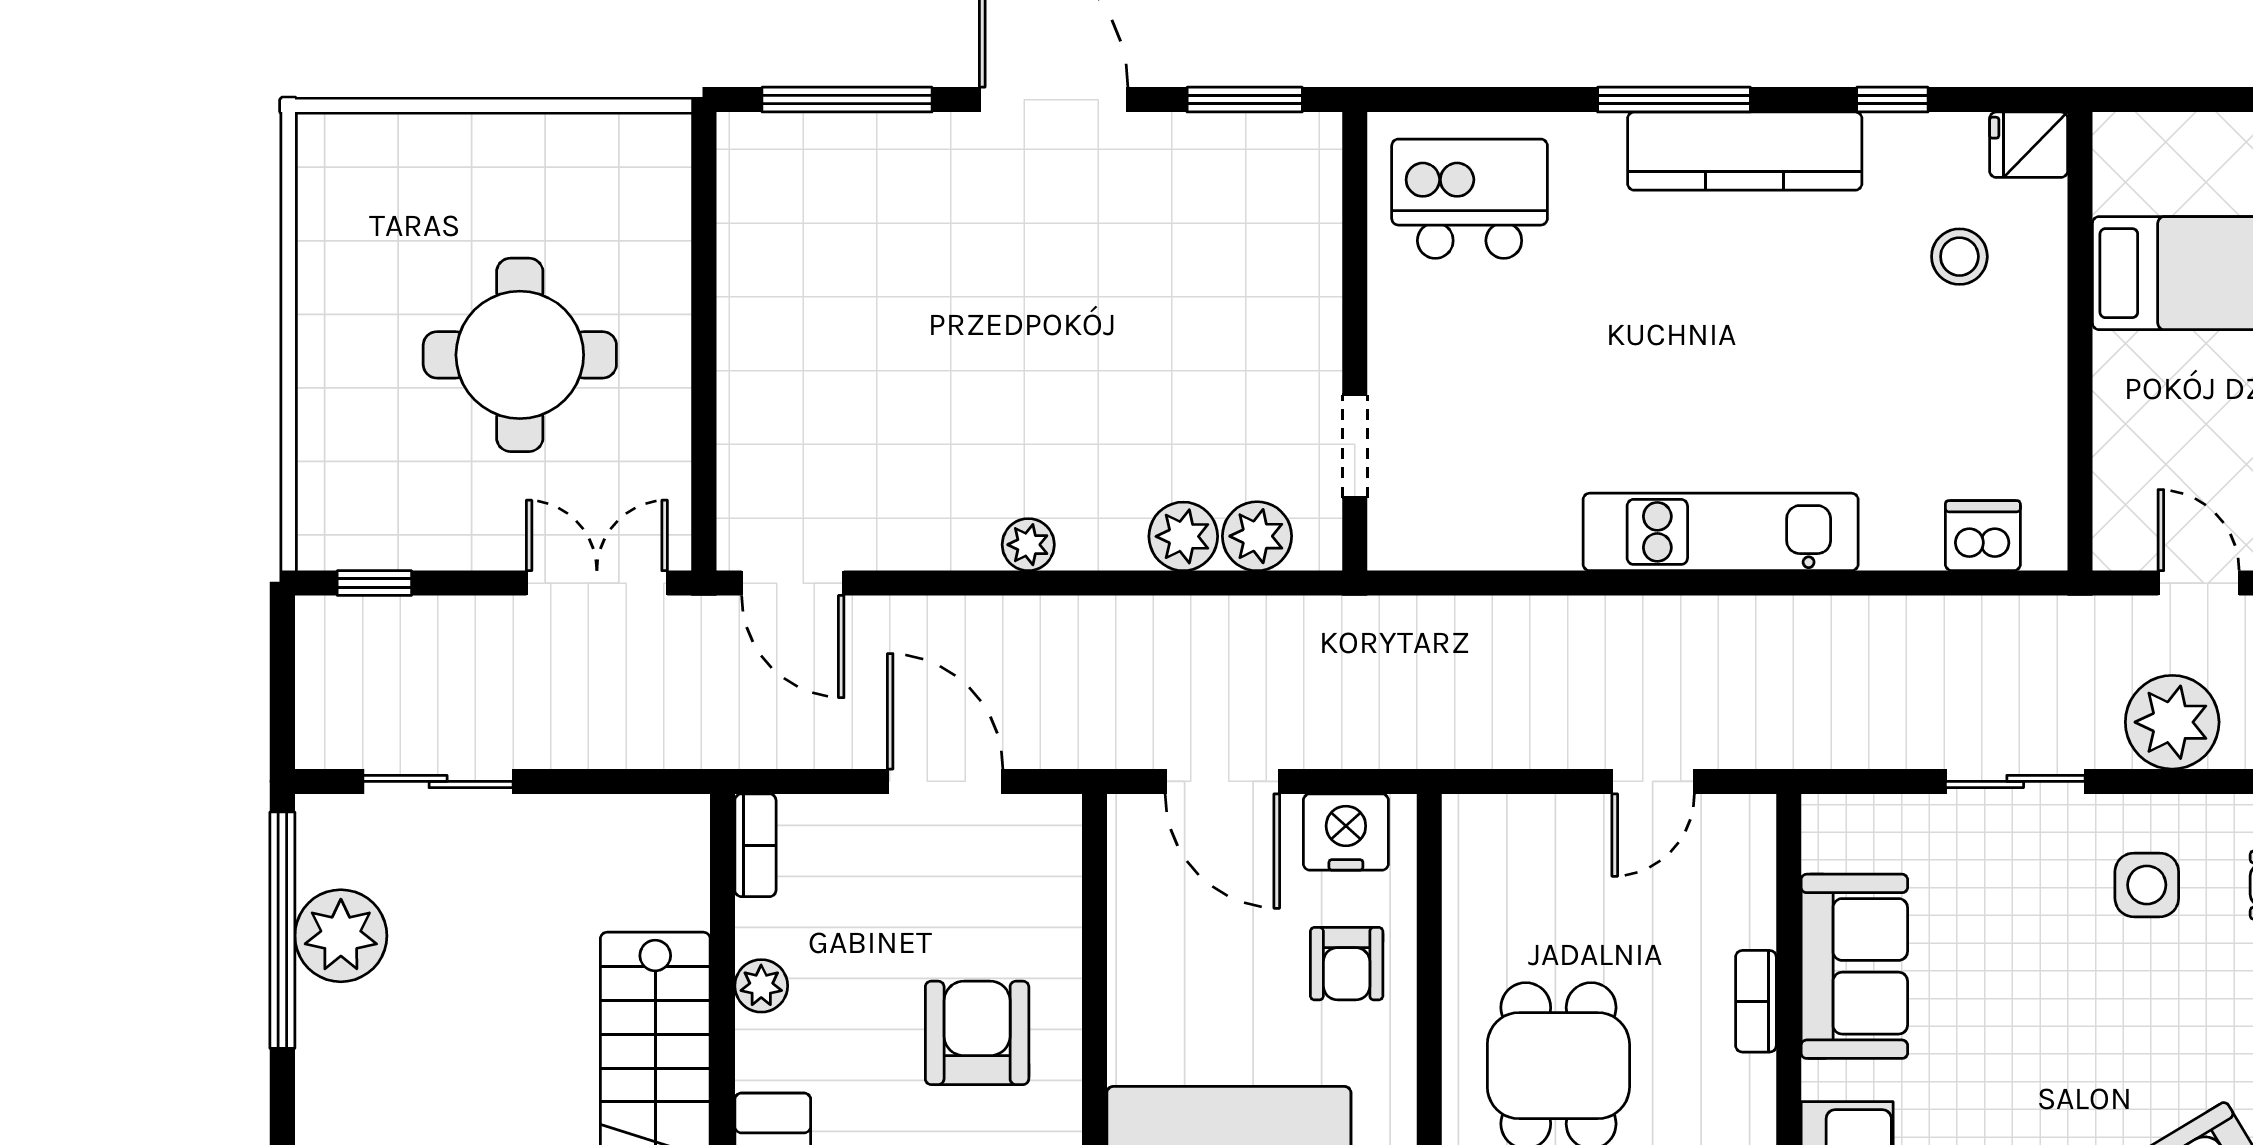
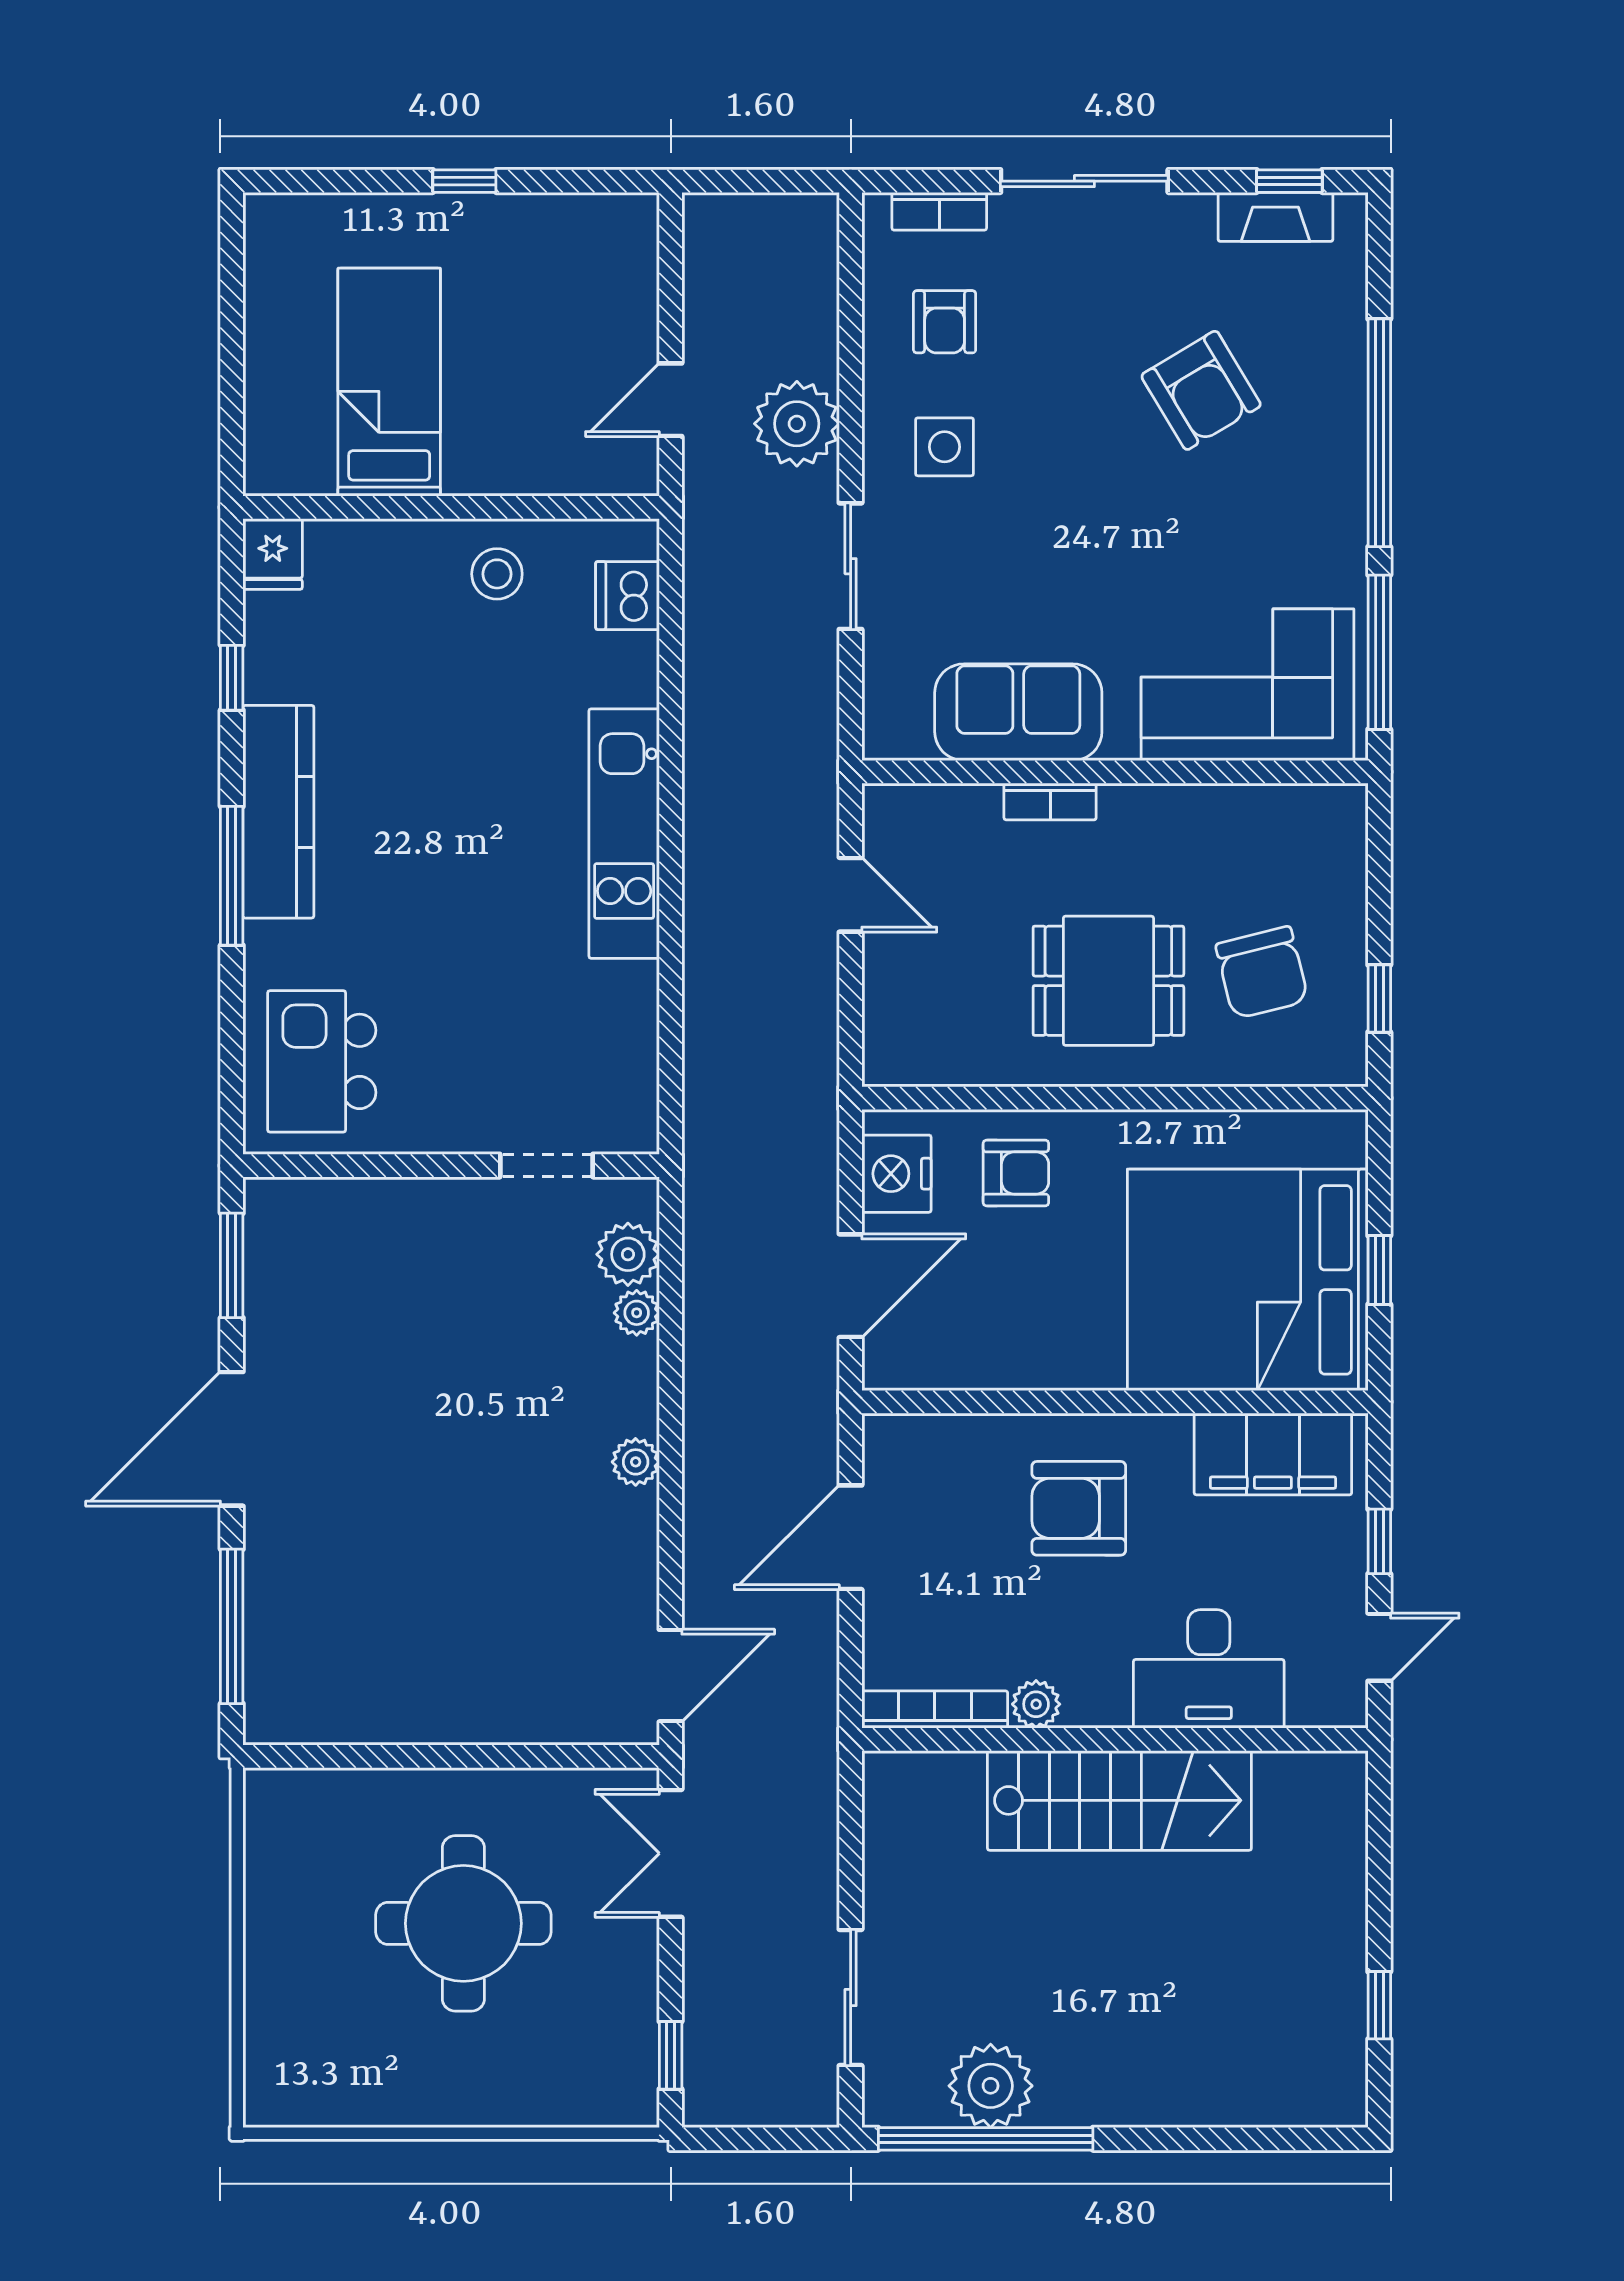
stool: (1959, 257) -> (497, 574), moved
plant: (1183, 536) -> (637, 1313), width x0.73, depth x0.73
bookcase: (755, 845) -> (935, 1709), width x1.56

